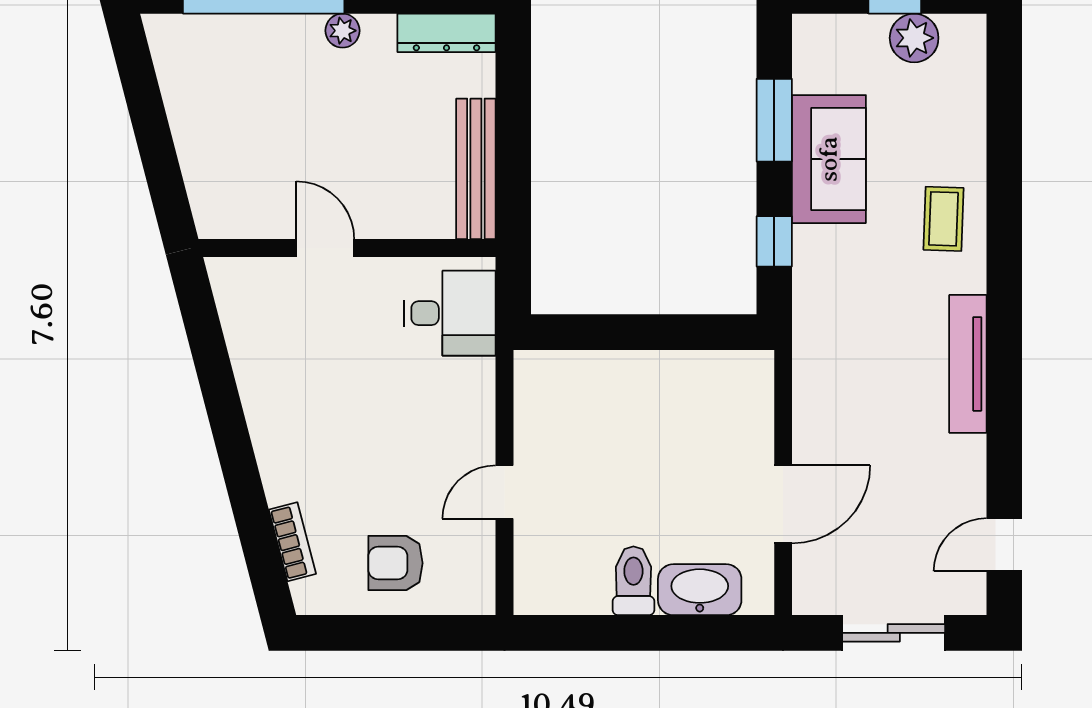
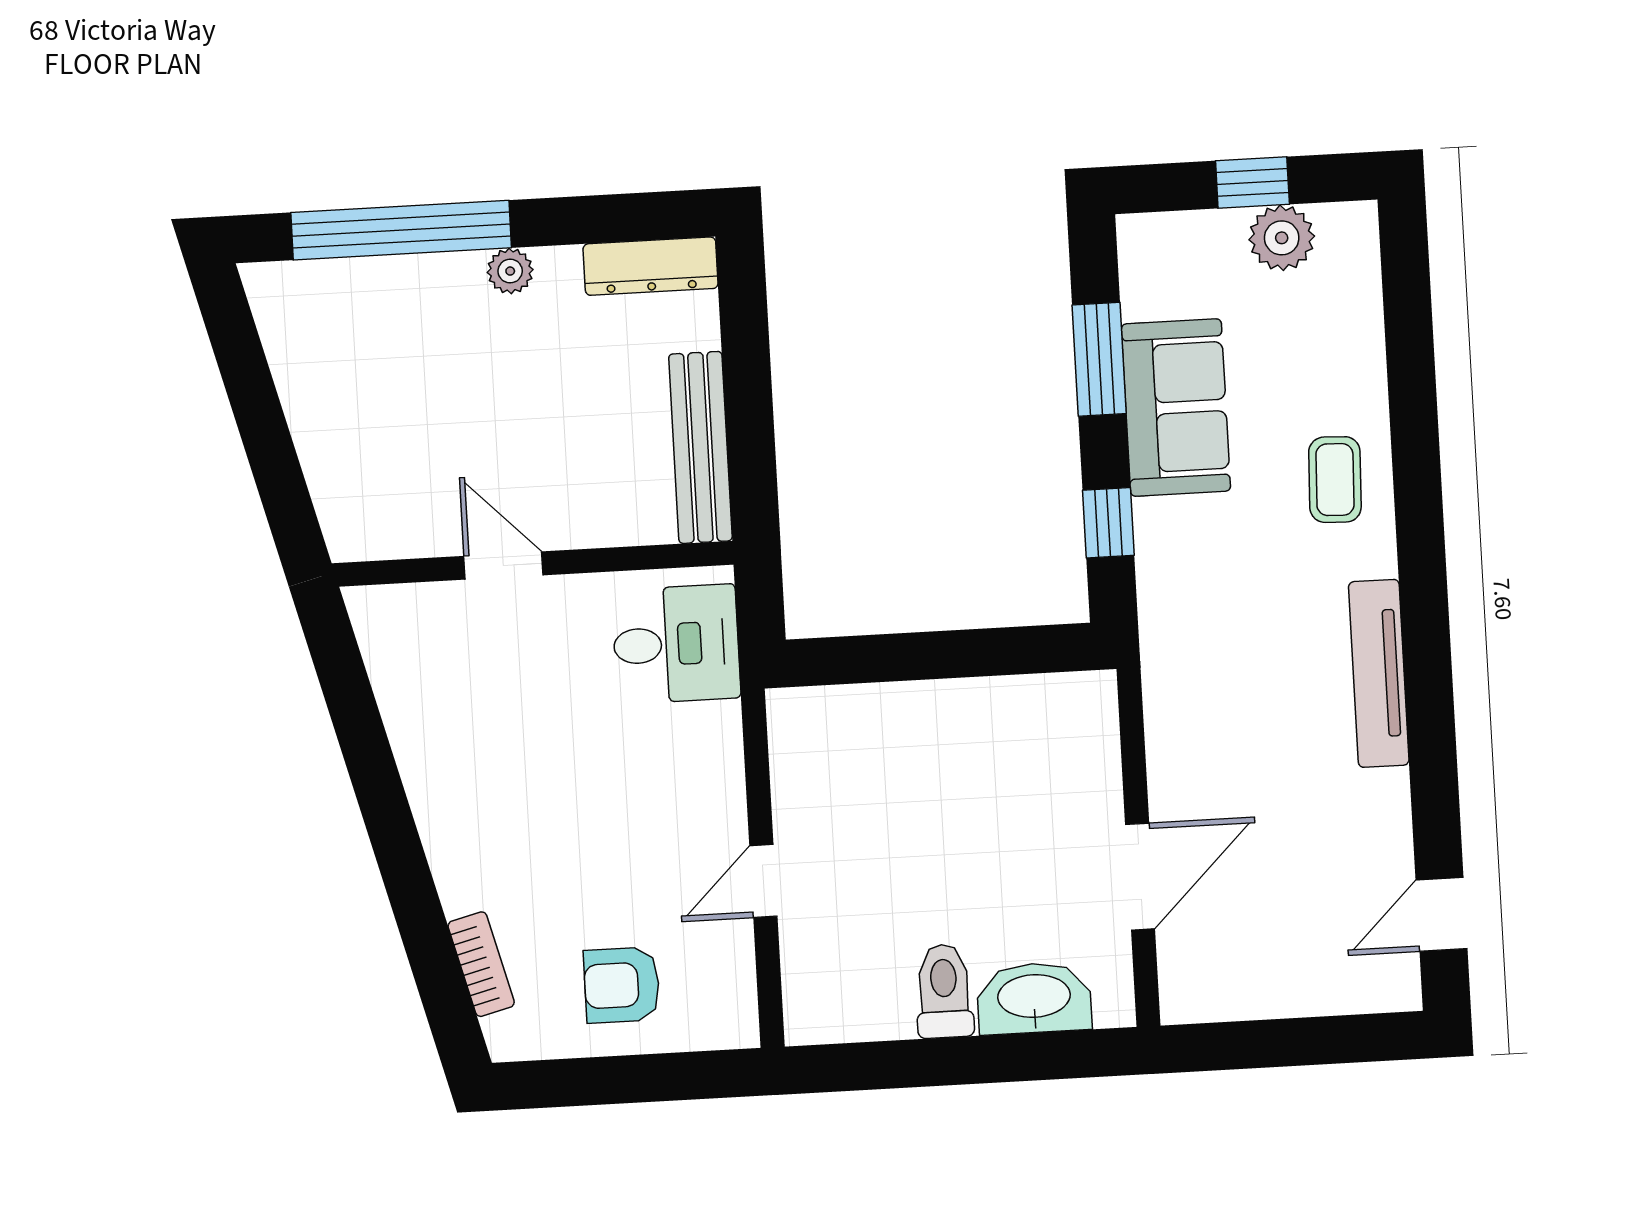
sliding door: (894, 633) -> (1299, 1042), removed

